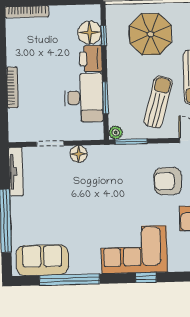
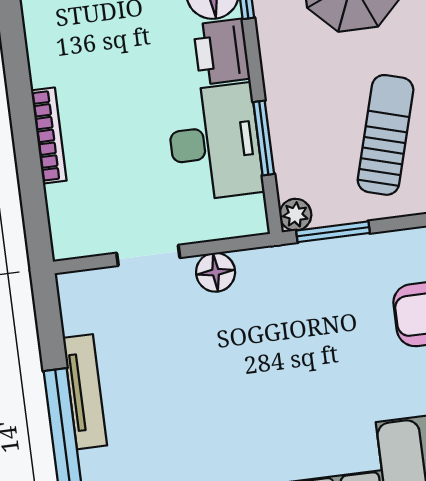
tv unit: (16, 172) -> (85, 392), moved

